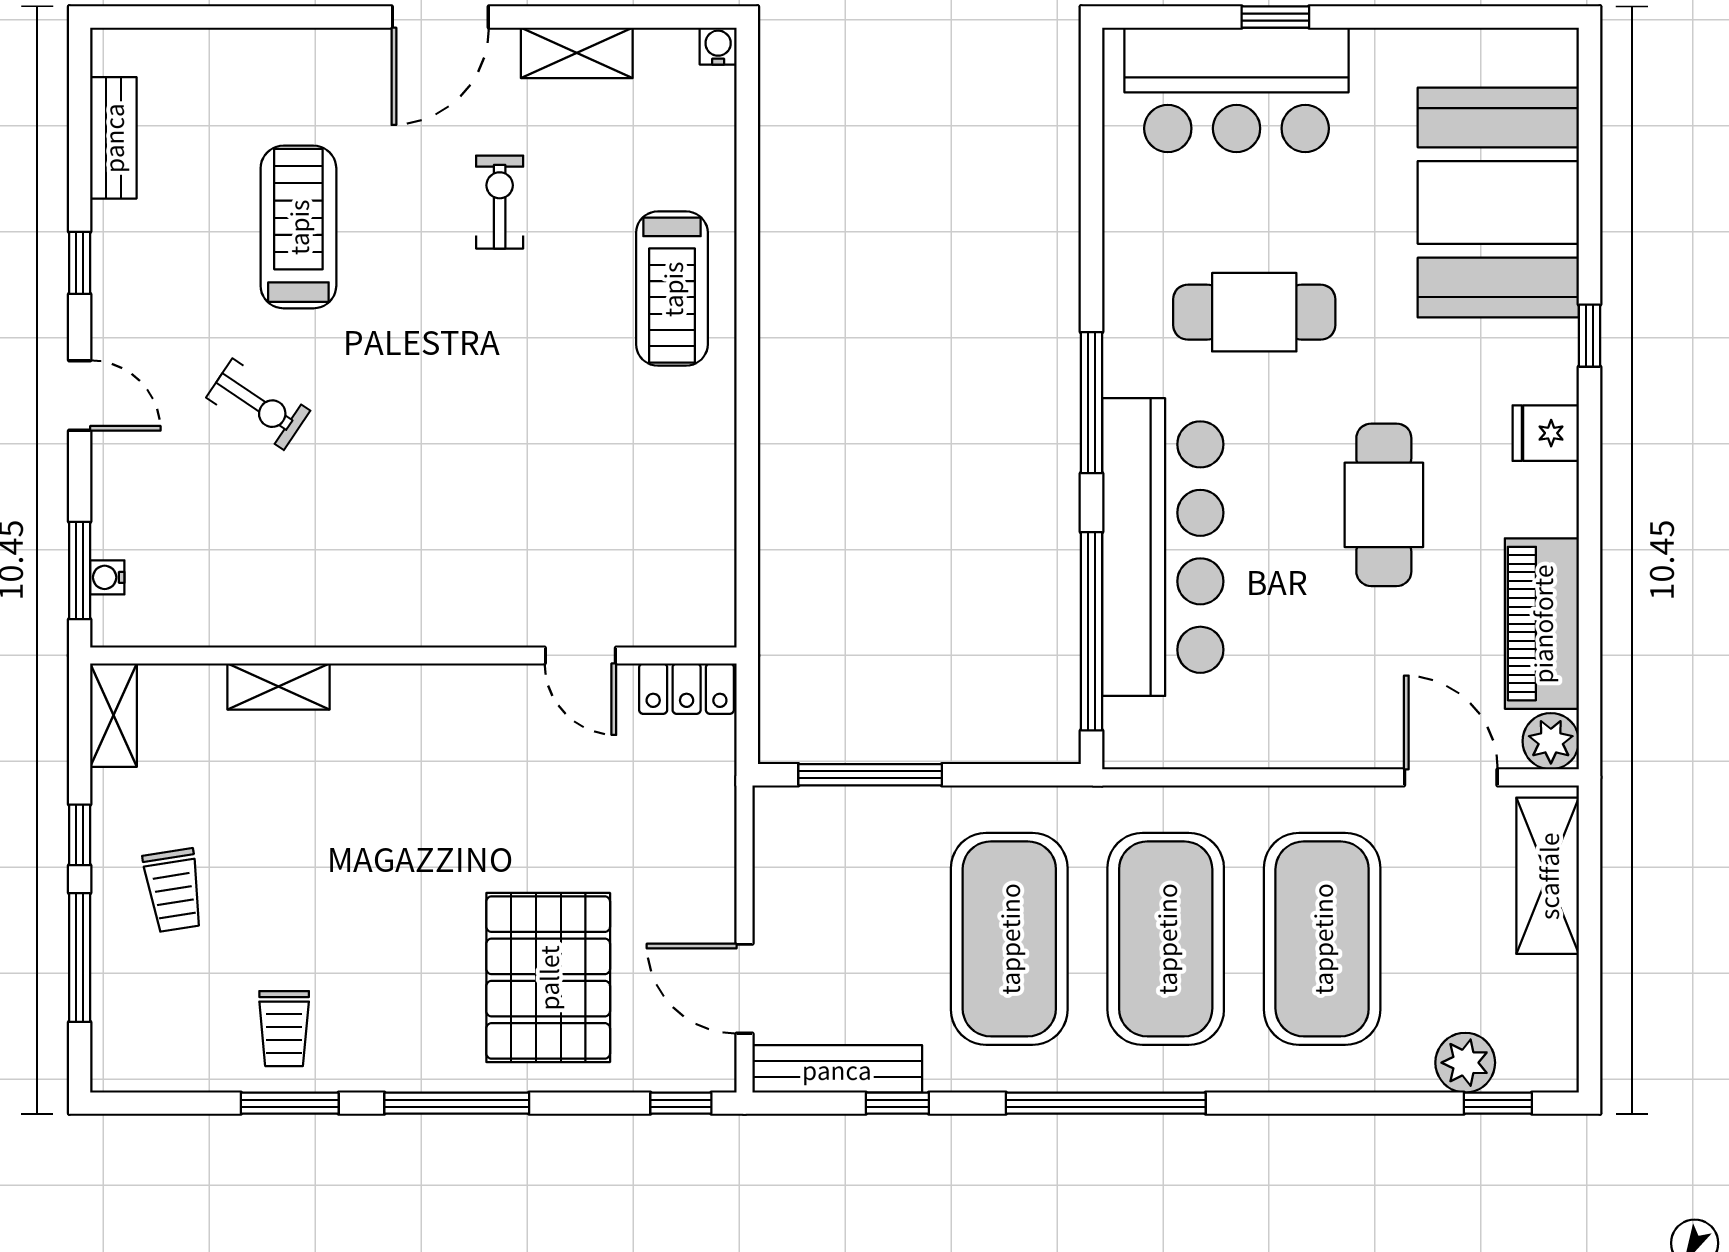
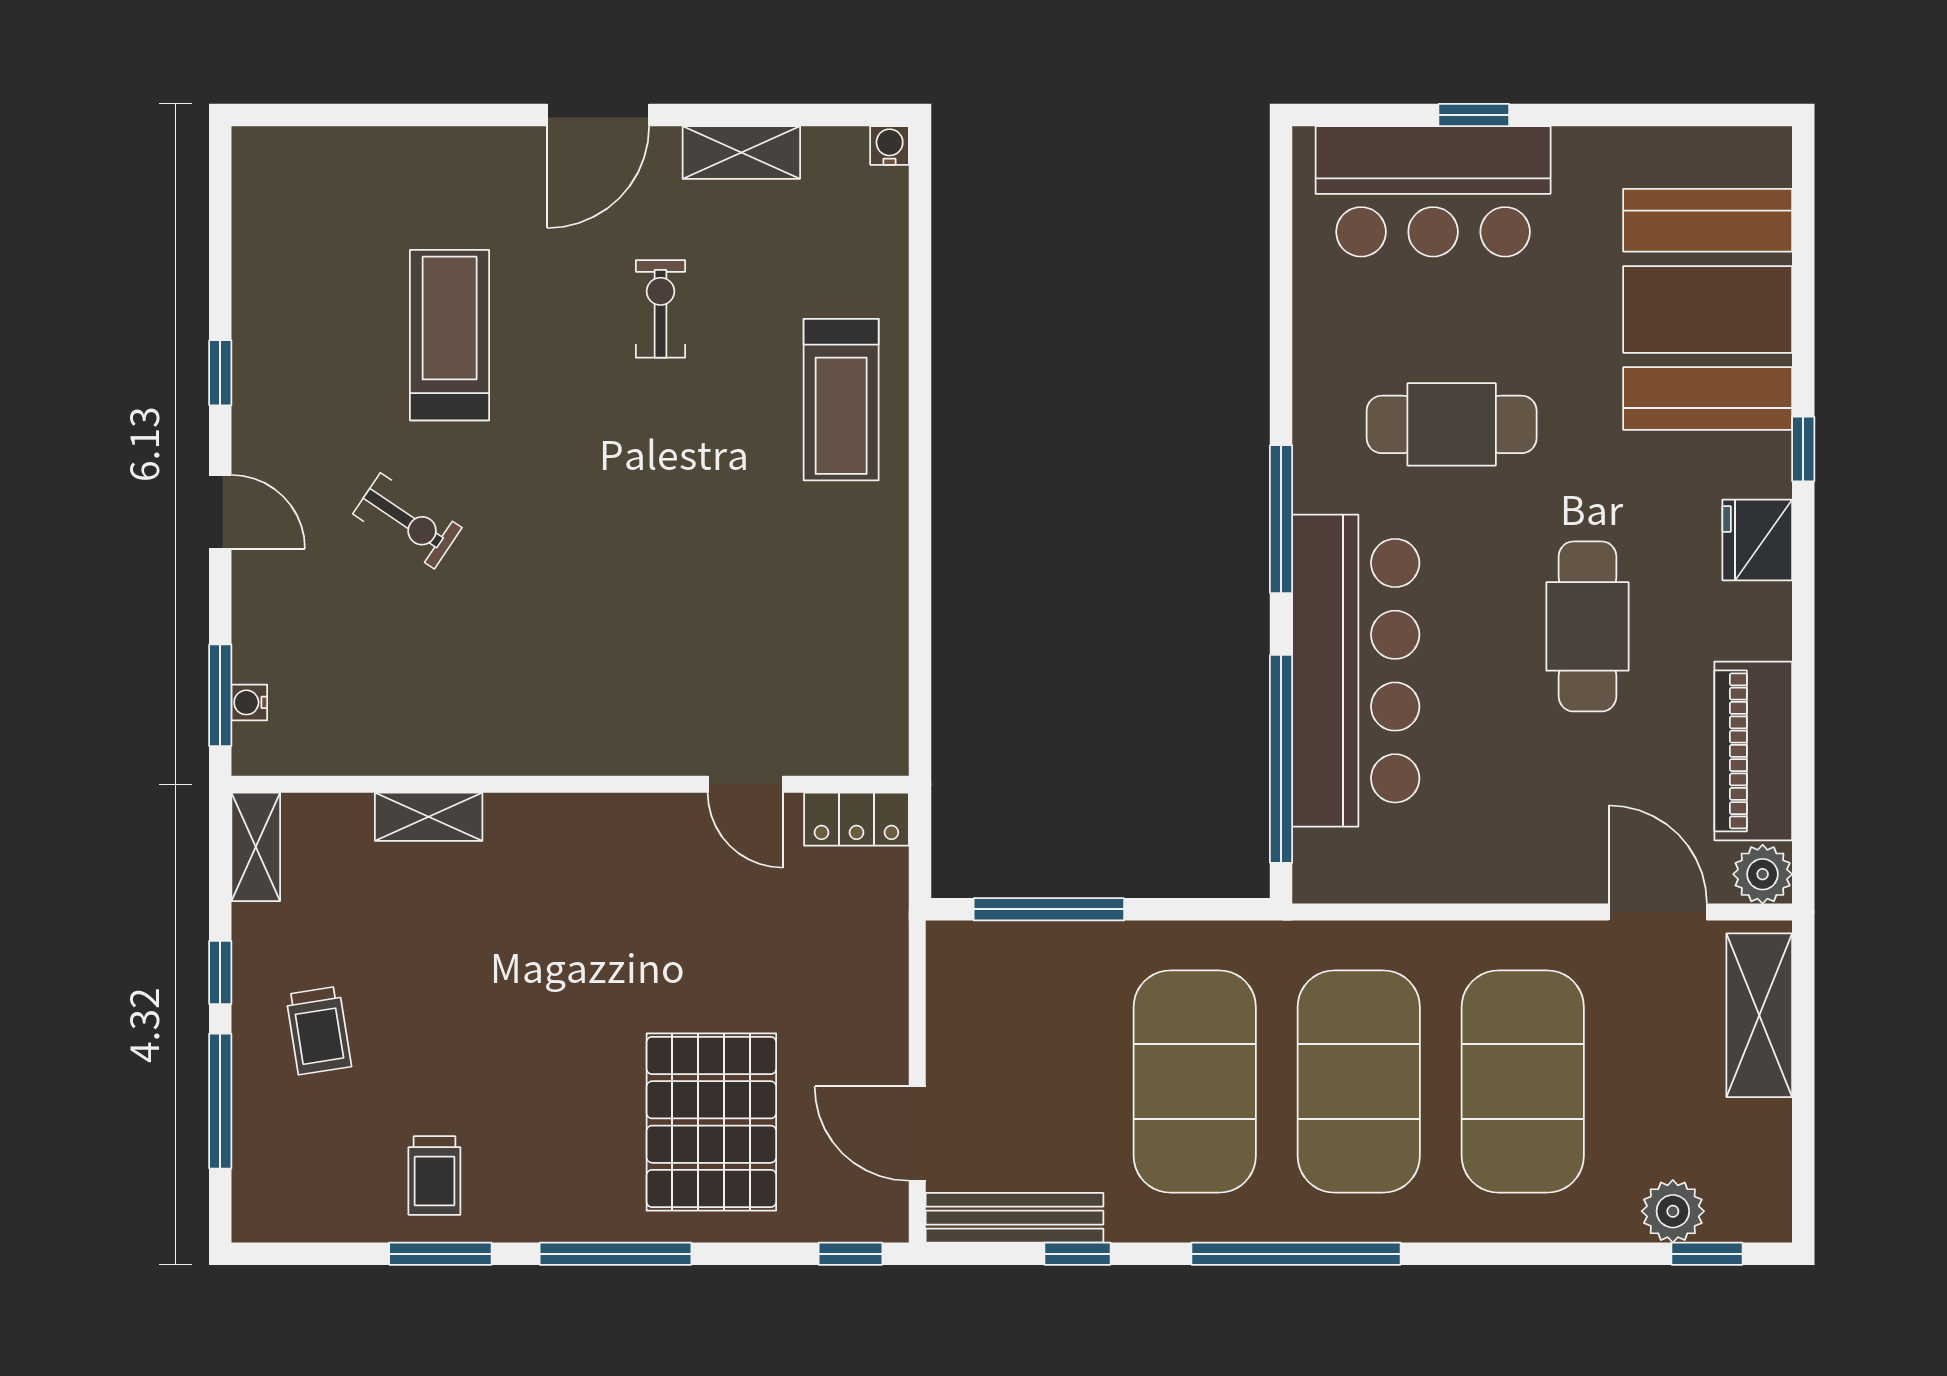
bench: (113, 138) -> (256, 242), removed
fridge: (1546, 433) -> (1757, 540), width x1.38

